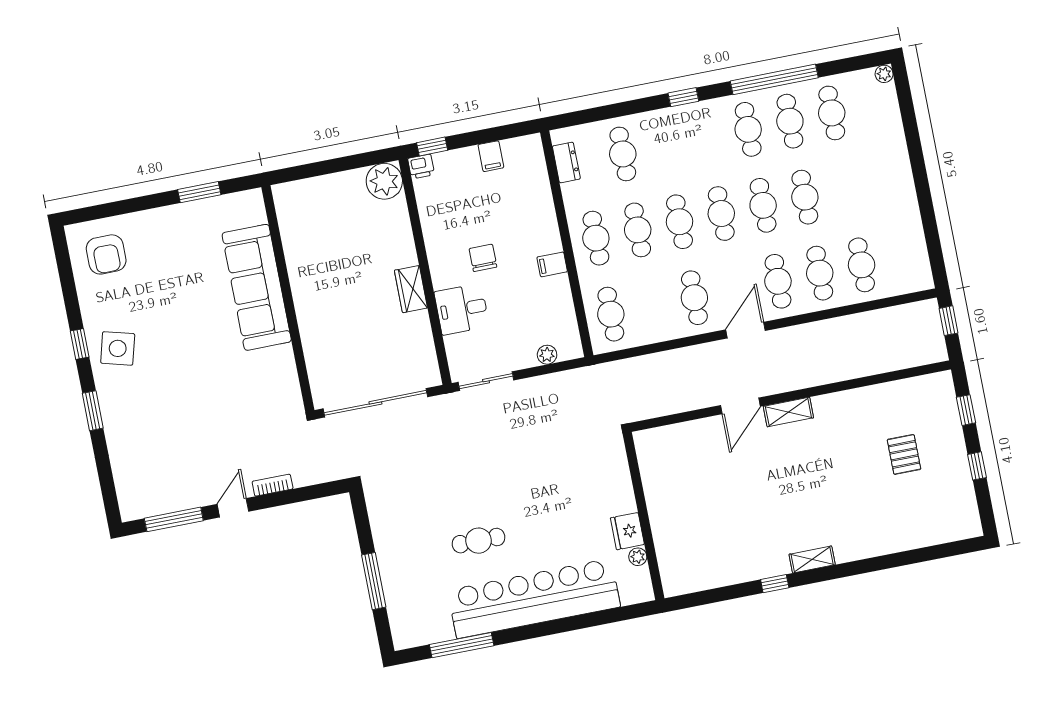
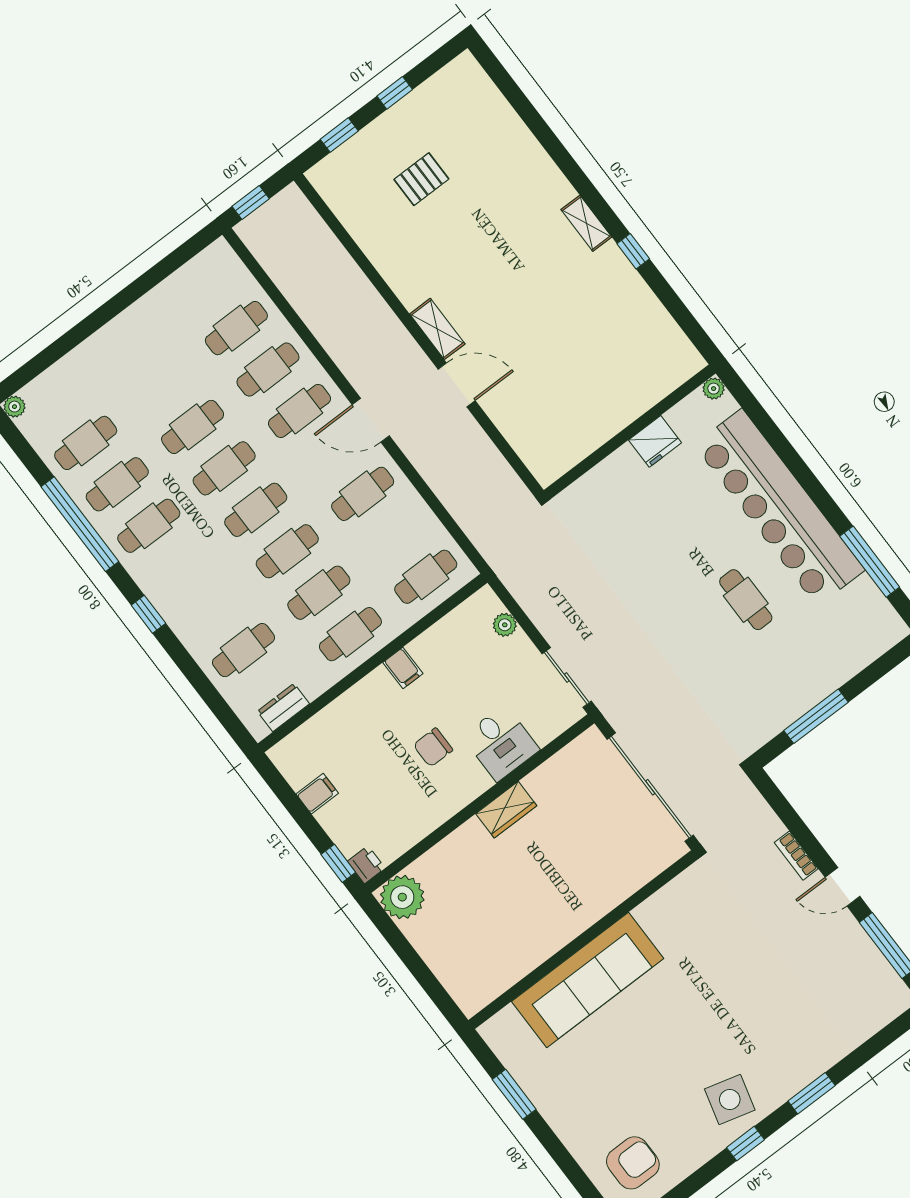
plant: (638, 557) -> (714, 389), moved
window: (374, 581) -> (816, 716), moved

